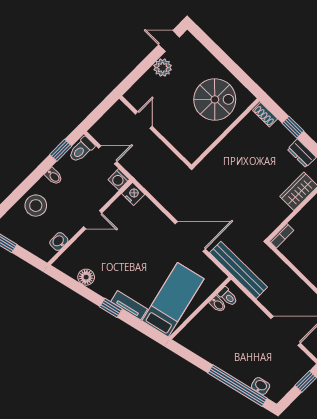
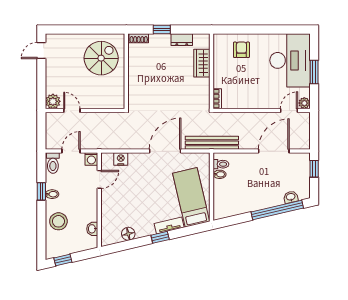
plant: (163, 68) -> (53, 101), moved
window: (61, 150) -> (41, 191), moved
nightstand: (133, 194) -> (121, 159), moved
door: (93, 220) -> (99, 179), moved

